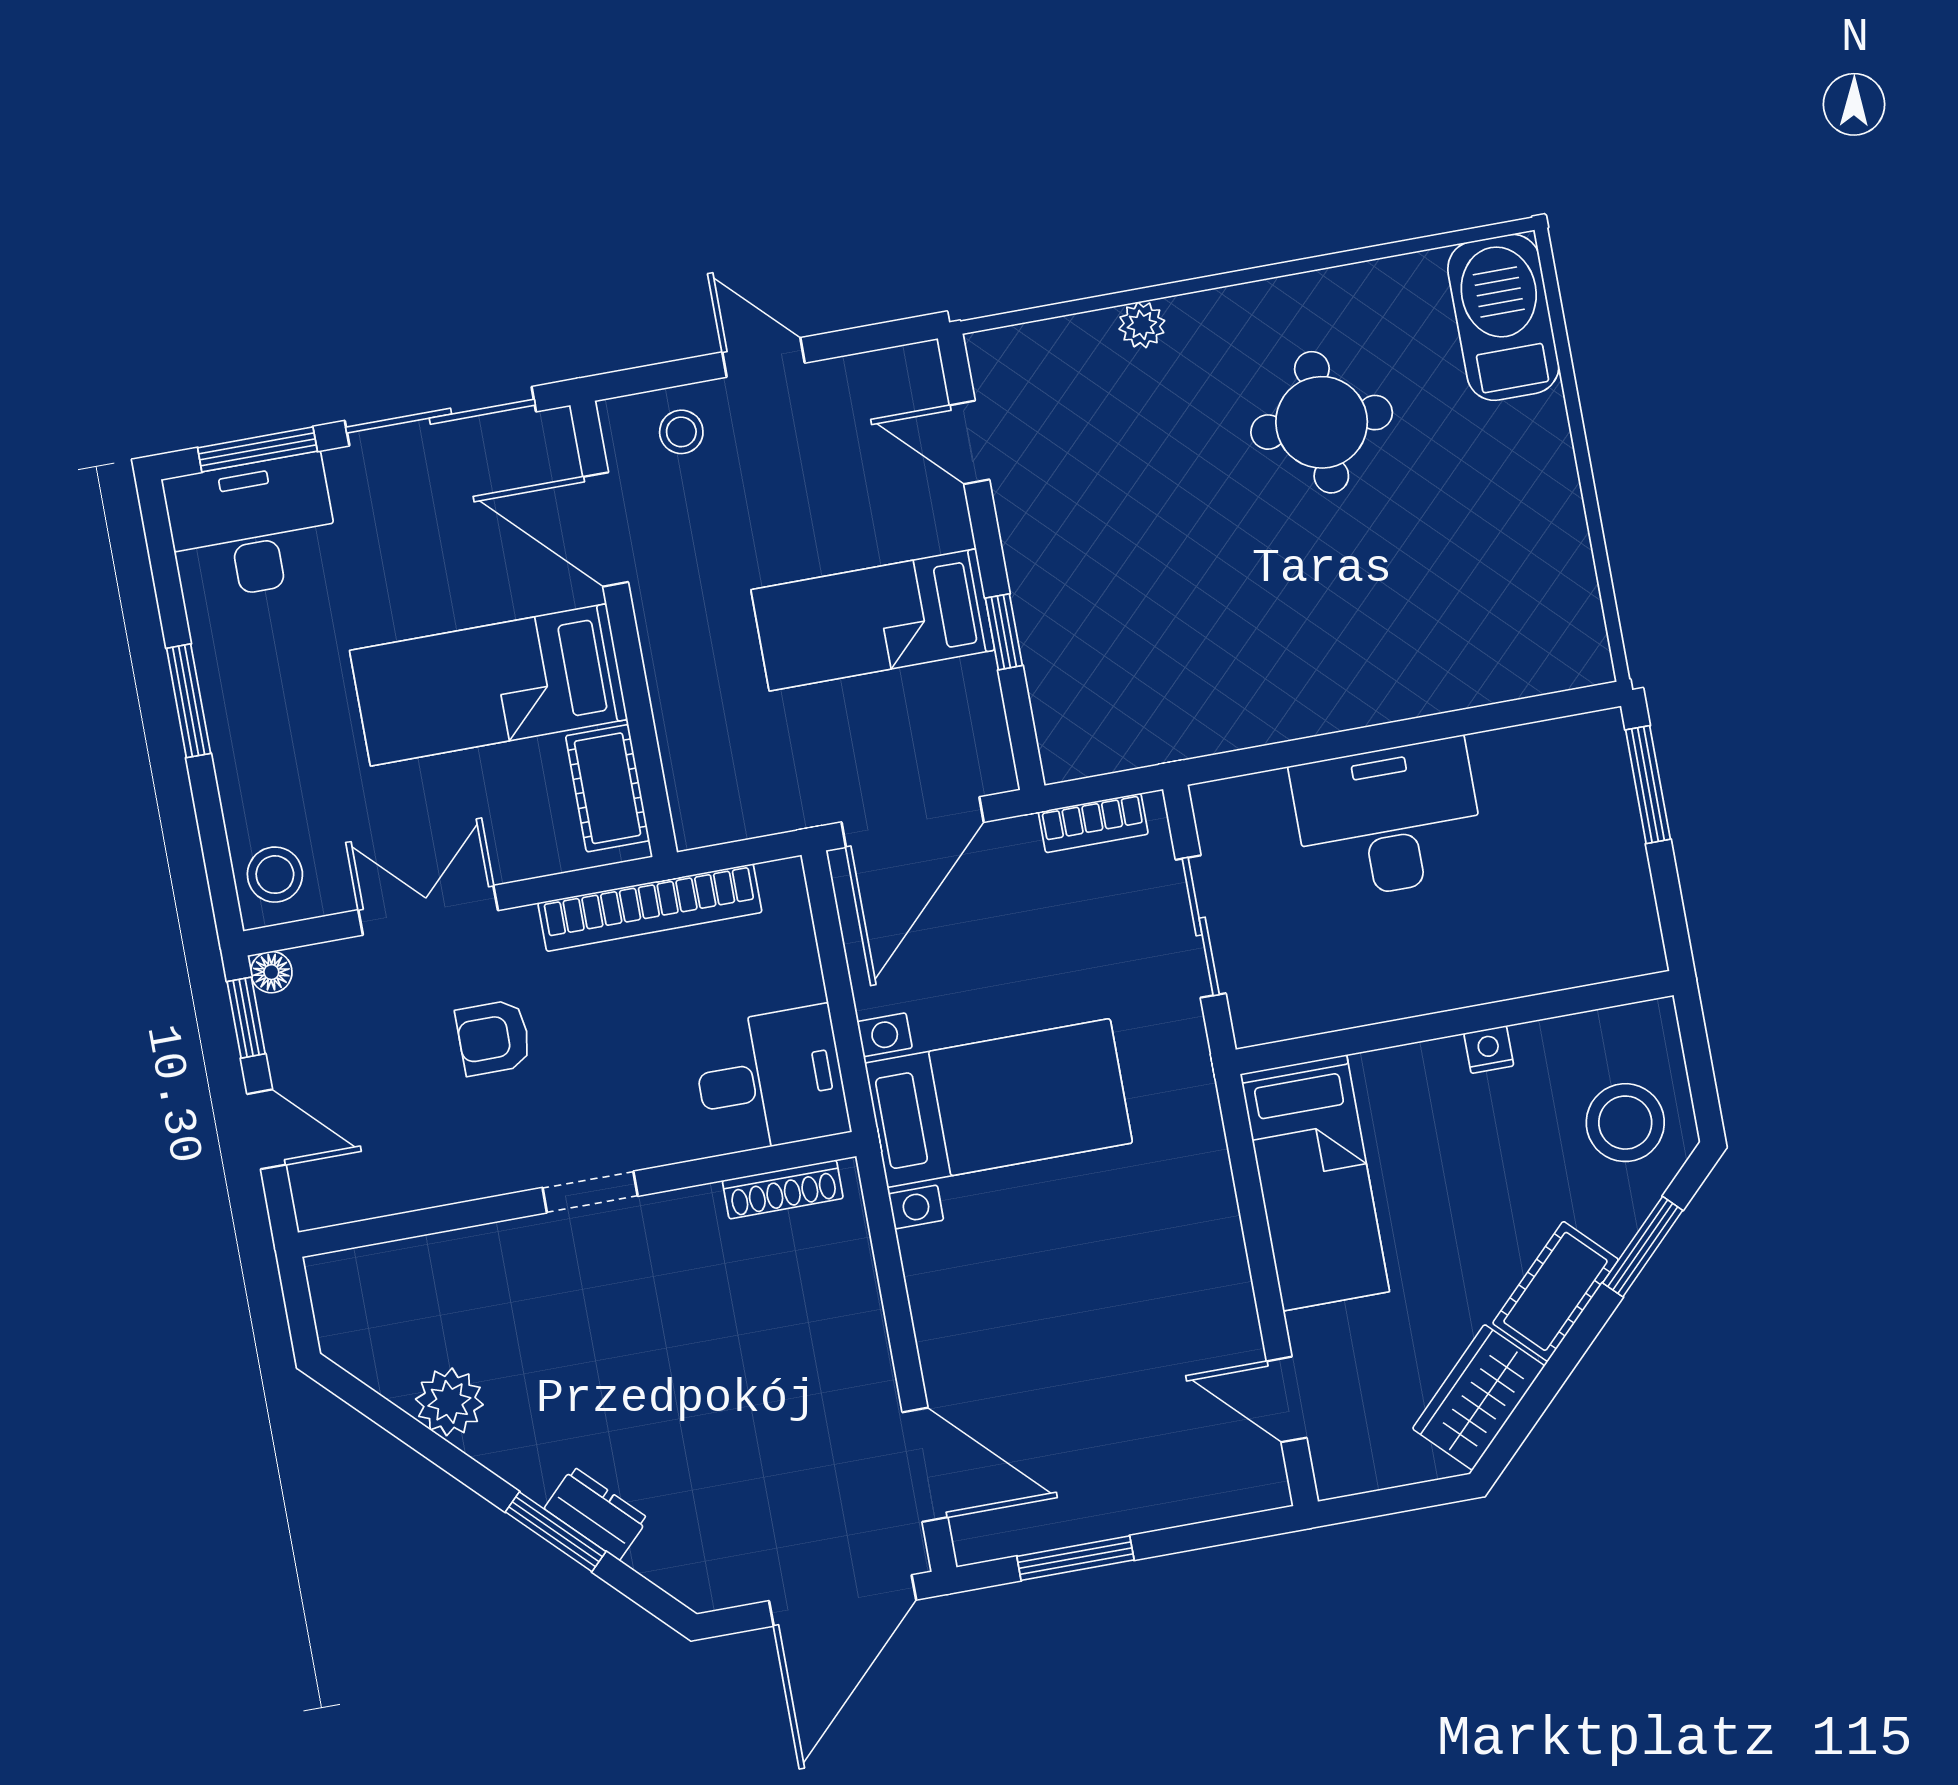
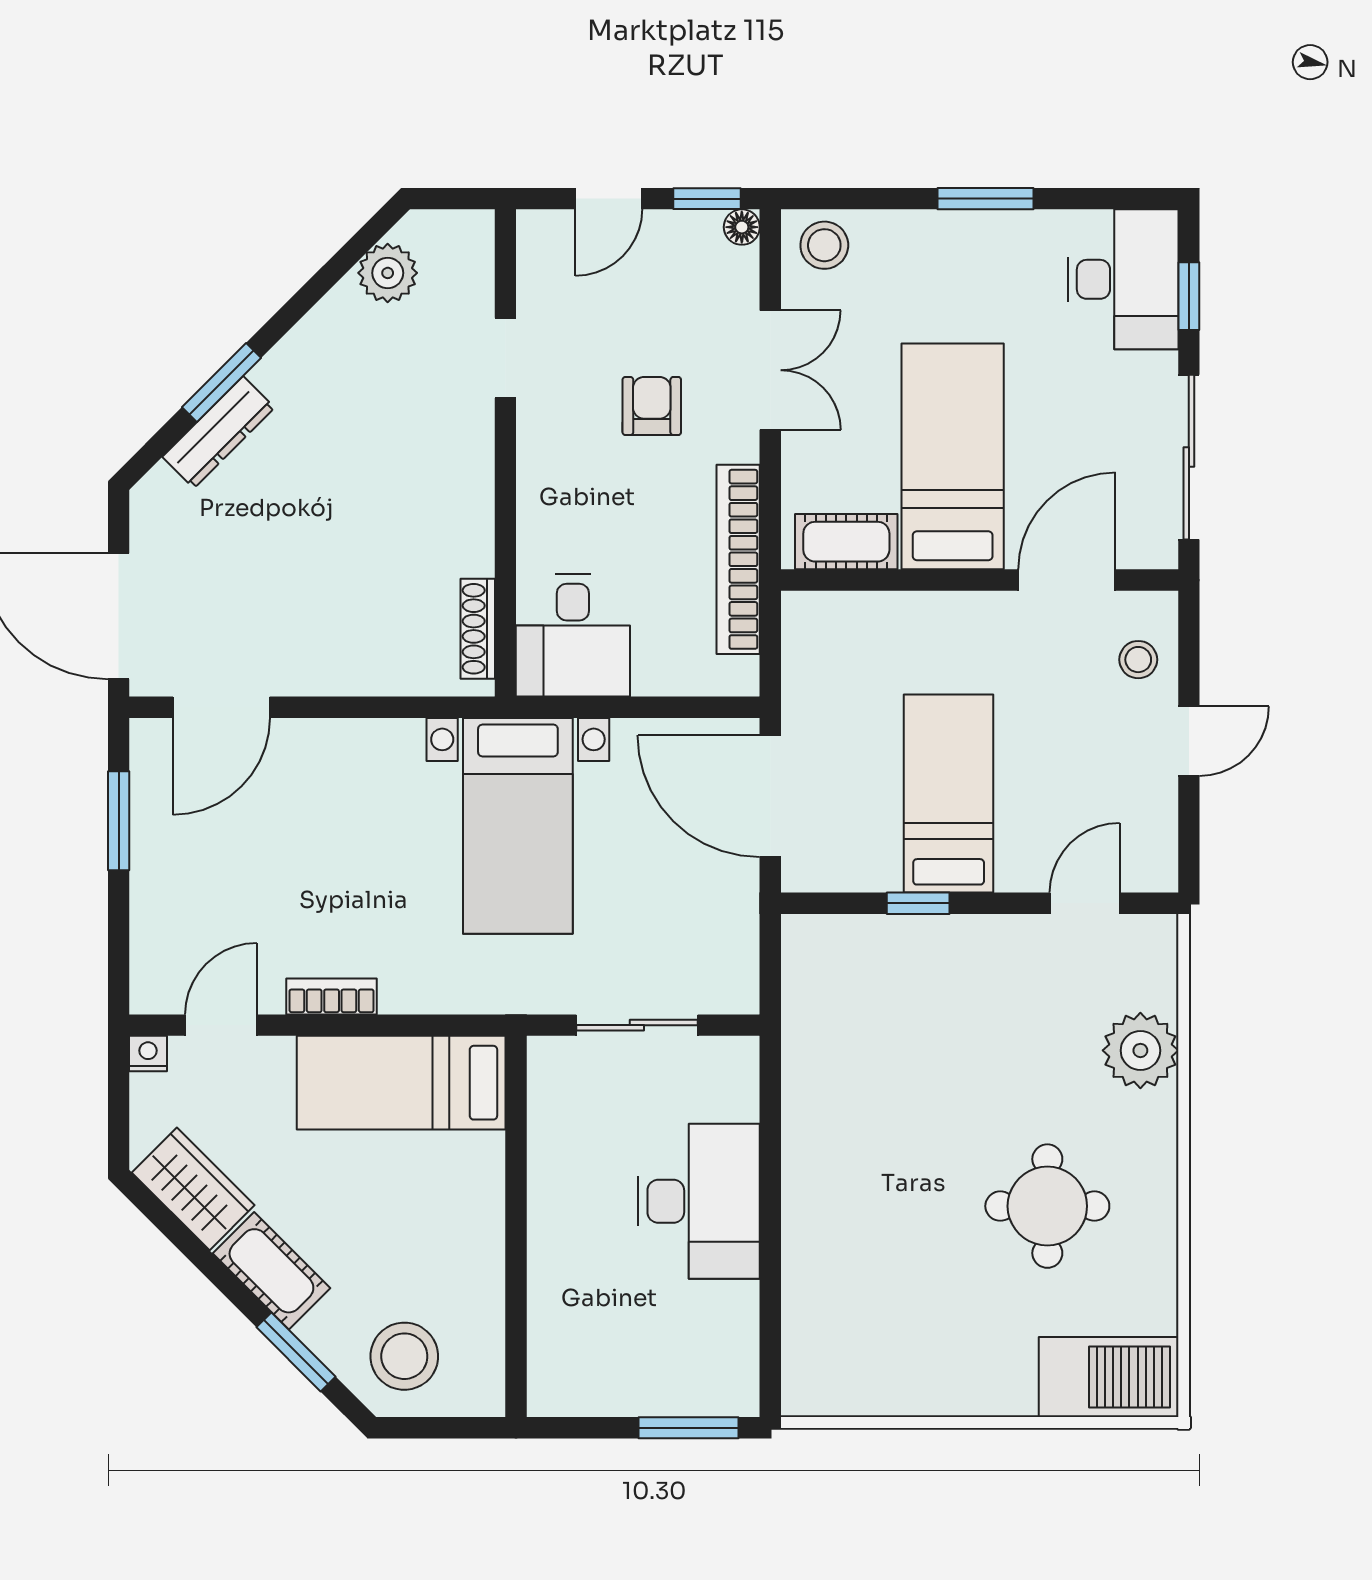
plant: (1142, 325) -> (1140, 1050), width x1.88, depth x1.88
window: (257, 449) -> (1189, 296), width x0.67
bookcase: (1093, 823) -> (332, 996), moved, turned 90
nightstand: (1489, 1050) -> (148, 1054), moved, turned -90
doorway: (590, 1192) -> (505, 358), moved
plant: (449, 1402) -> (388, 273), moved
dresser: (596, 1513) -> (218, 432), width x1.44

